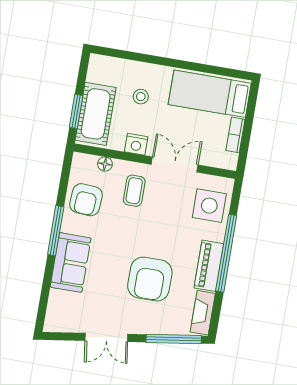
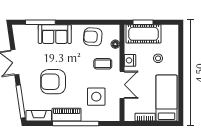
side table: (209, 206) -> (96, 97), moved
window: (56, 231) -> (40, 22), moved

